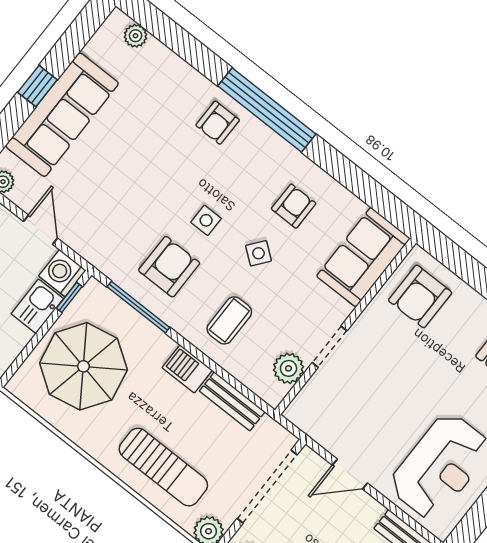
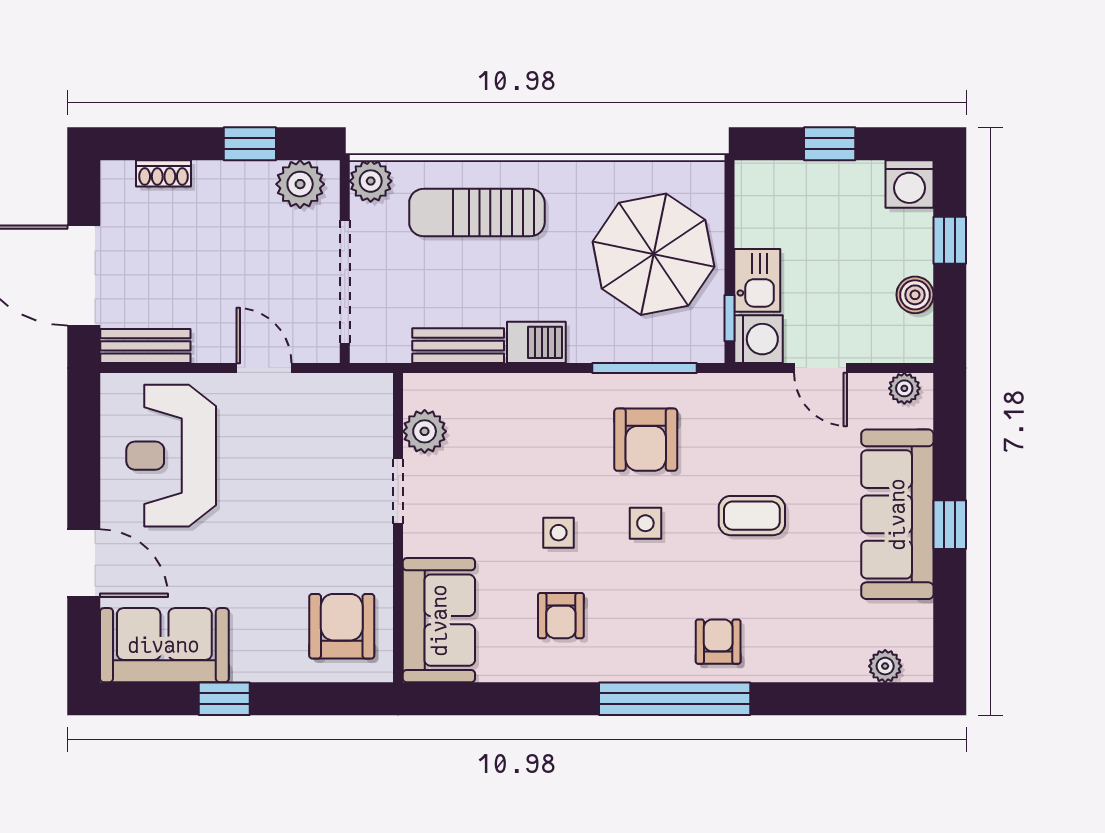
side table: (258, 253) -> (559, 533), turned -38
coffee table: (229, 320) -> (752, 516), moved, turned 90
door: (350, 474) -> (264, 368), hinge flipped

